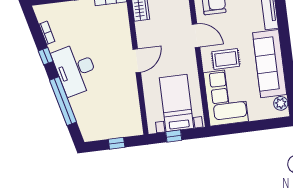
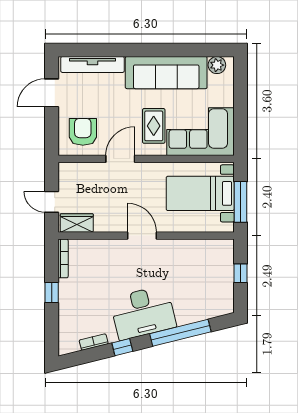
window: (174, 136) -> (241, 202), width x2.17

